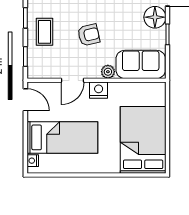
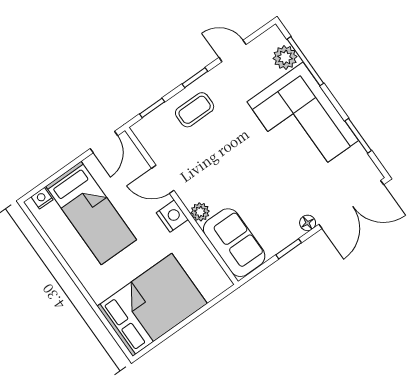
floor lamp: (155, 17) -> (308, 223), width x0.53, depth x0.53
armchair: (89, 35) -> (226, 162), removed

